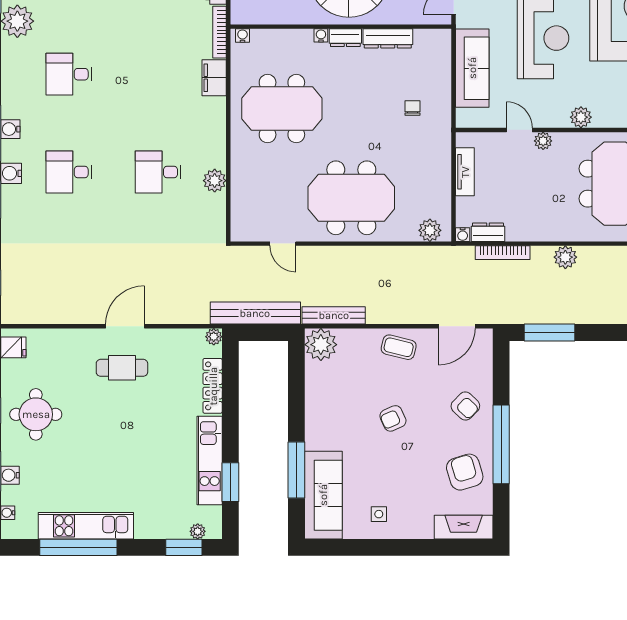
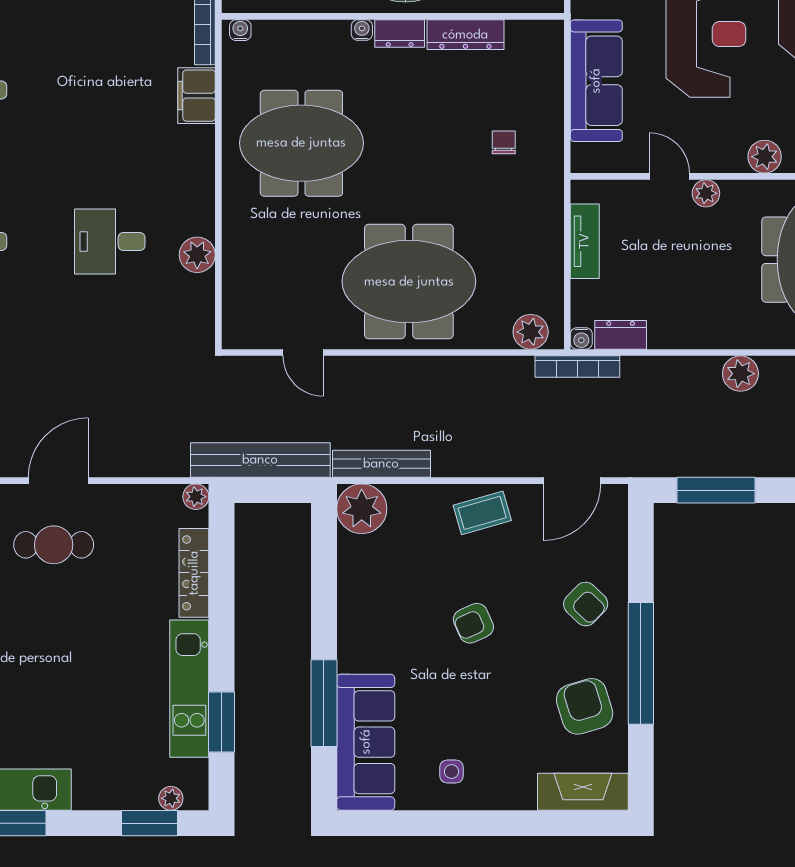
bookcase: (503, 253) -> (577, 367), moved
coffee table: (399, 347) -> (482, 513), turned -30

